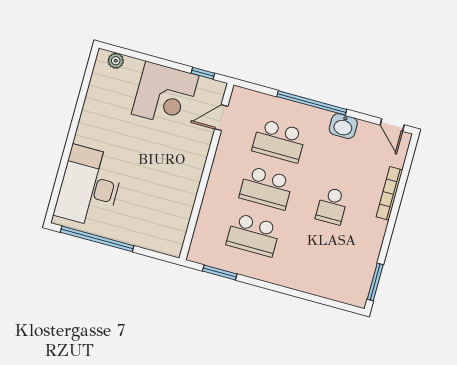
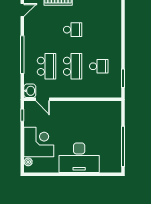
corner desk: (165, 95) -> (39, 142), moved
washbasin: (343, 126) -> (30, 91), moved
desk: (89, 187) -> (79, 158), moved
school desk: (253, 235) -> (99, 66), width x0.54

